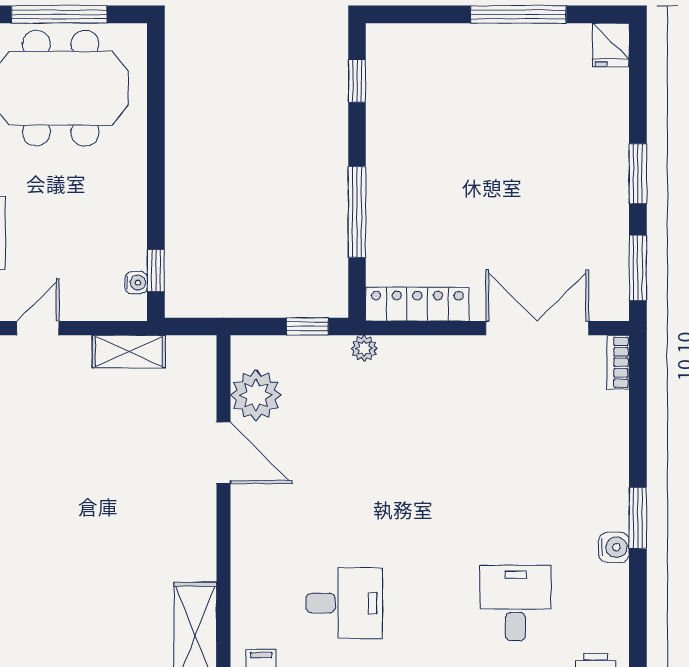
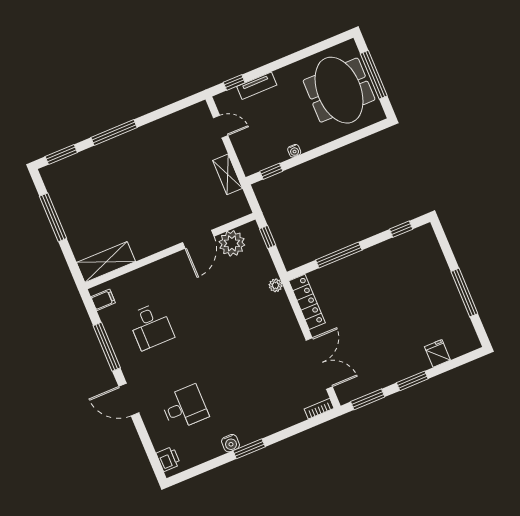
fridge: (611, 45) -> (437, 353), moved, turned 90
water cooler: (136, 283) -> (294, 151), moved
window: (307, 326) -> (268, 237), moved

